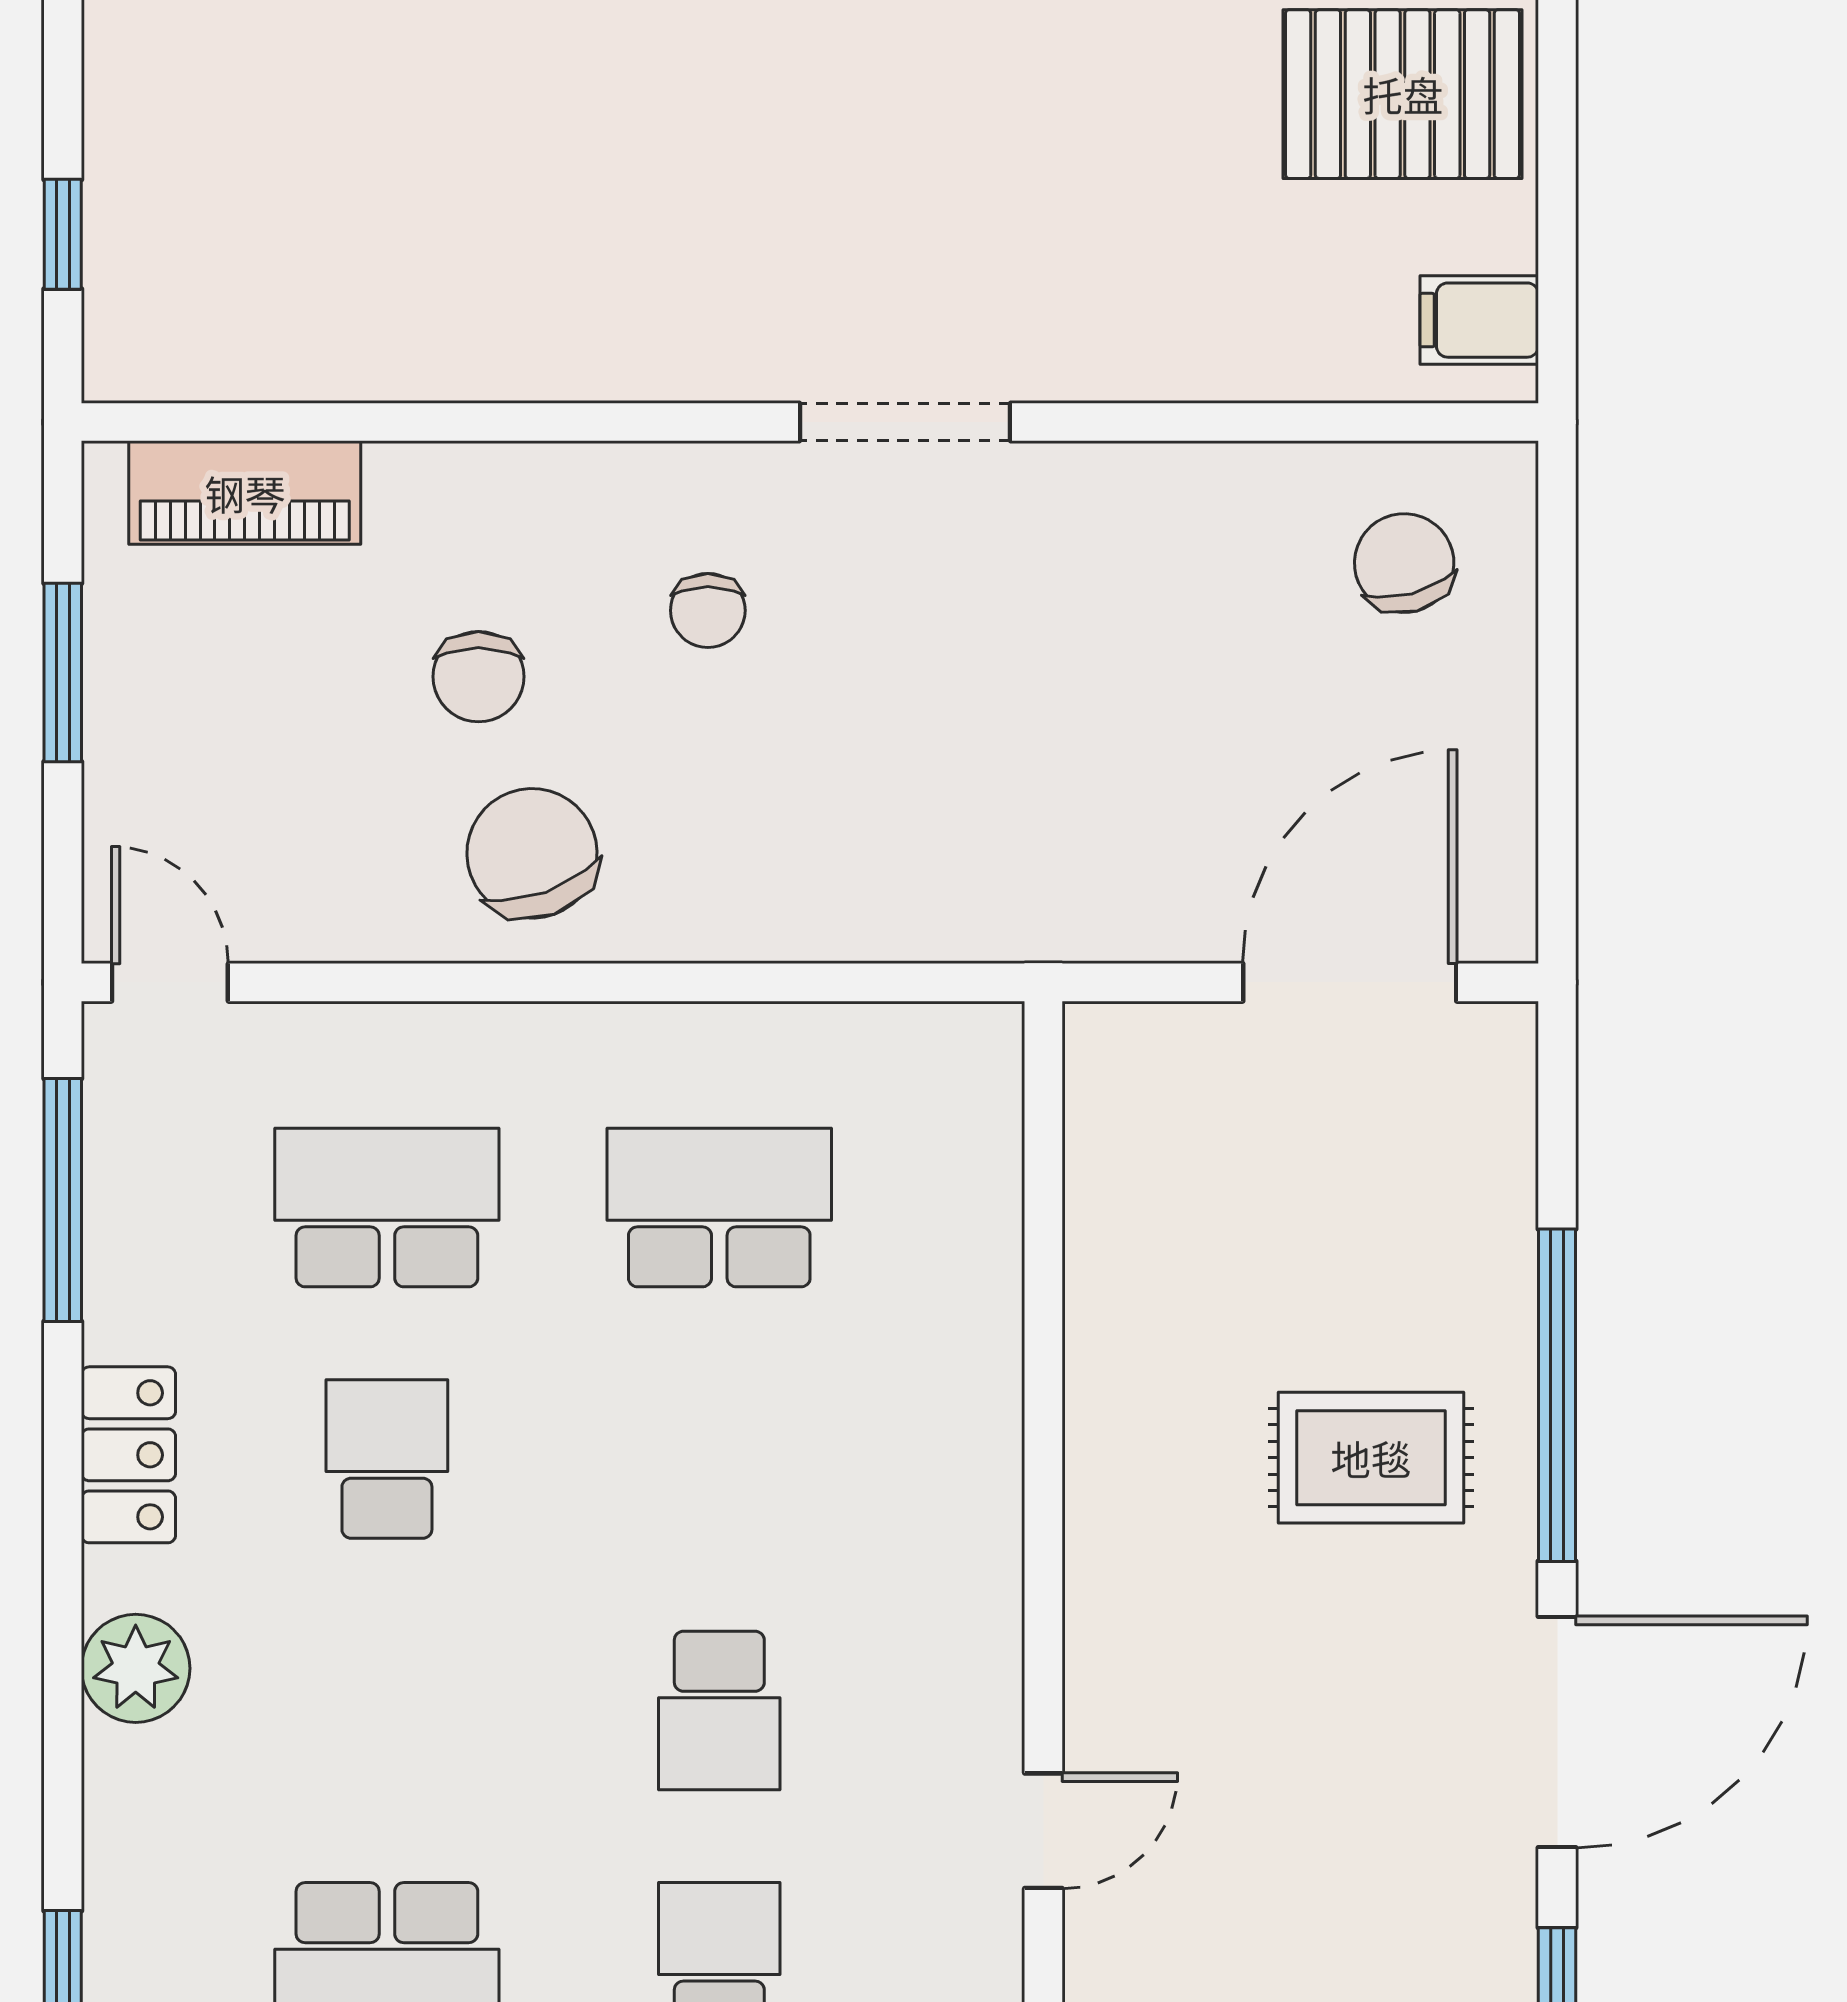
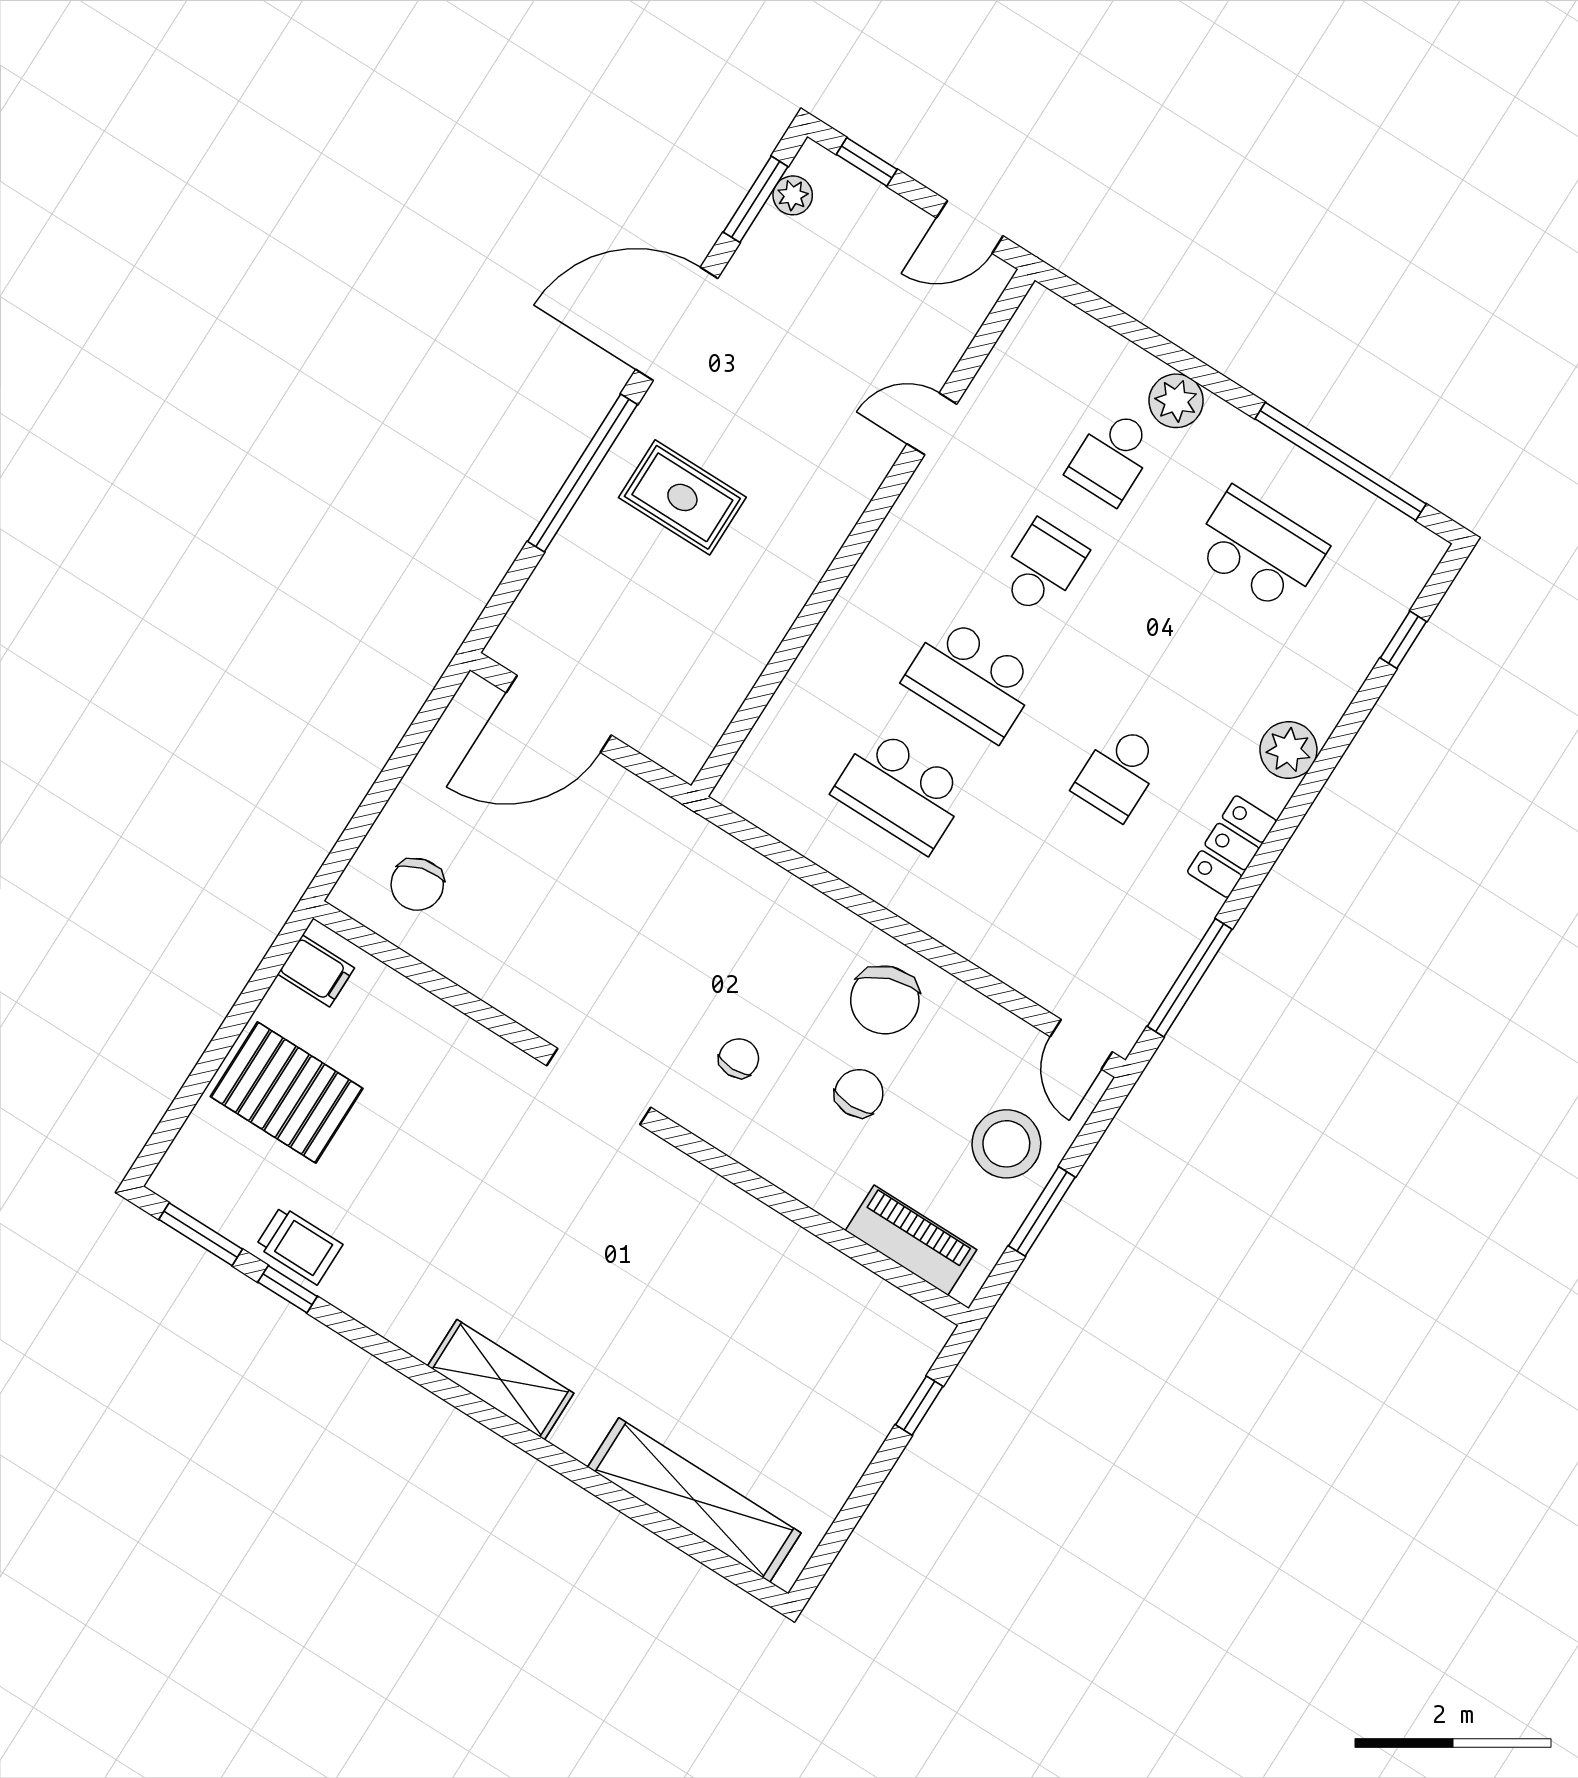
stool: (189, 745) -> (1006, 1144), added
school desk: (387, 1208) -> (971, 679), moved

